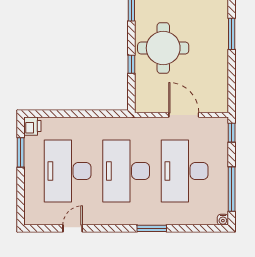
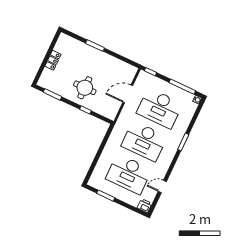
round table: (163, 48) -> (85, 88), width x0.73, depth x0.73
printer: (32, 126) -> (144, 206), moved
door: (73, 228) -> (162, 186), hinge flipped

